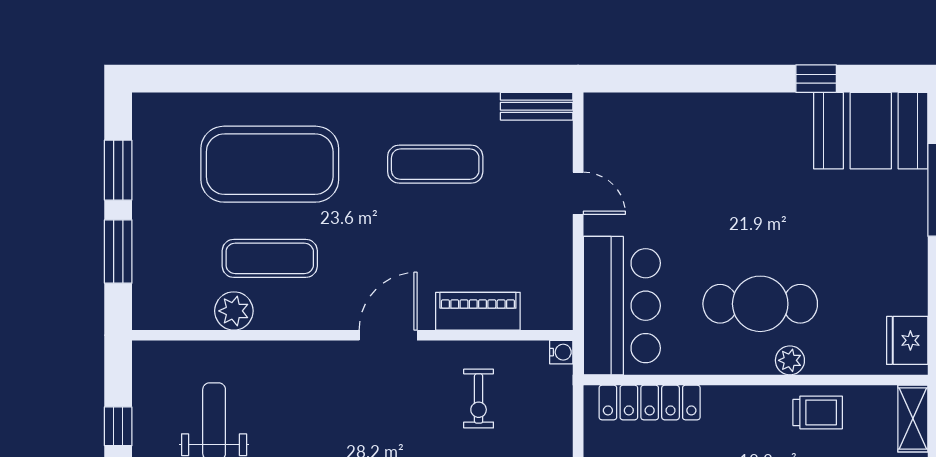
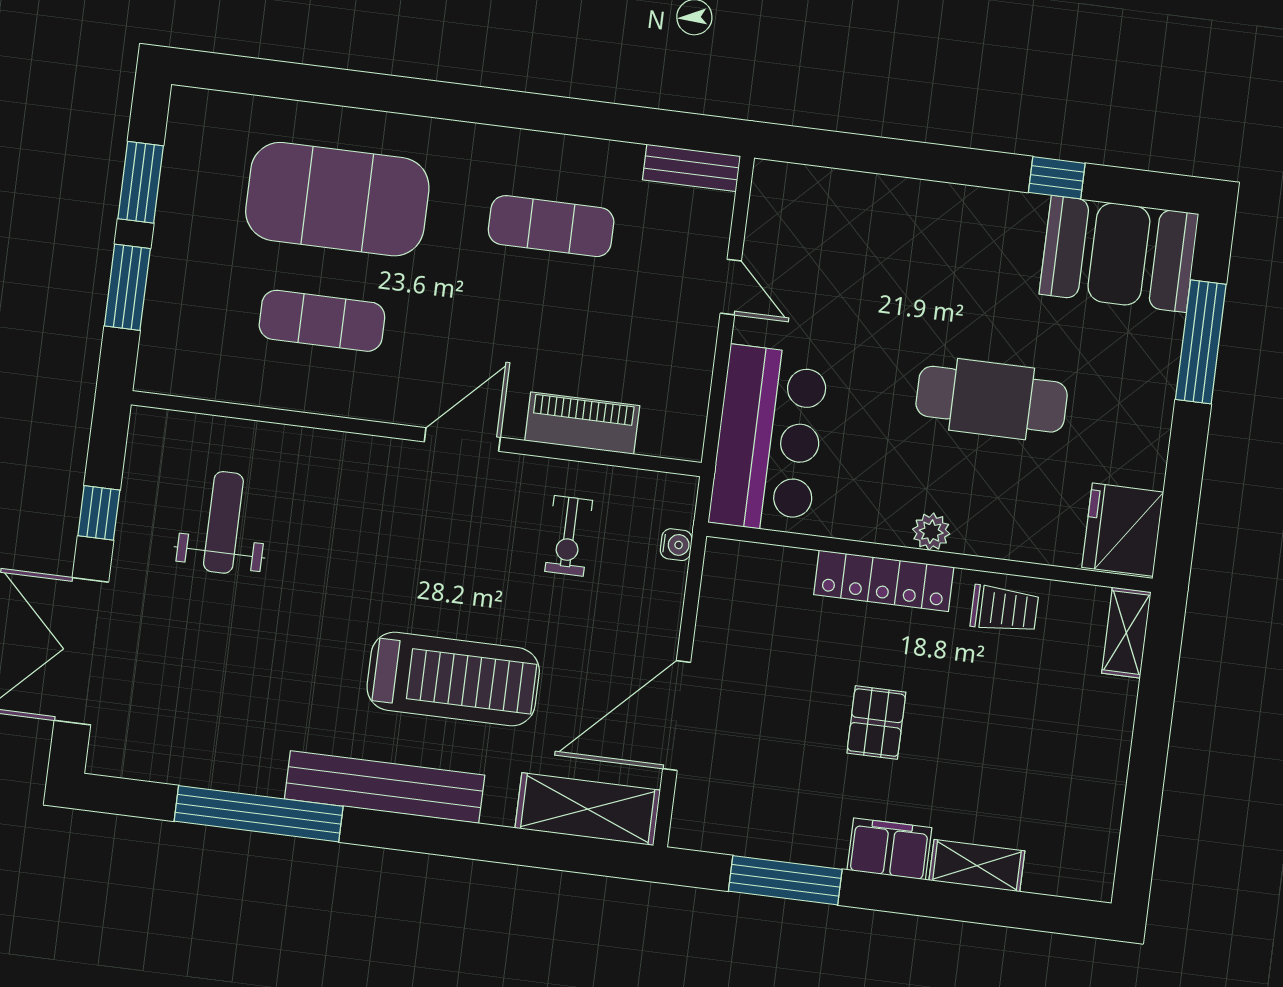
cafe table: (760, 304) -> (992, 399), moved
plant: (234, 311) -> (267, 383), removed
fridge: (907, 340) -> (1123, 530), width x1.36, depth x1.34
water cooler: (561, 352) -> (676, 545), moved
plant: (790, 360) -> (931, 532), moved
locker: (650, 403) -> (884, 581), moved

